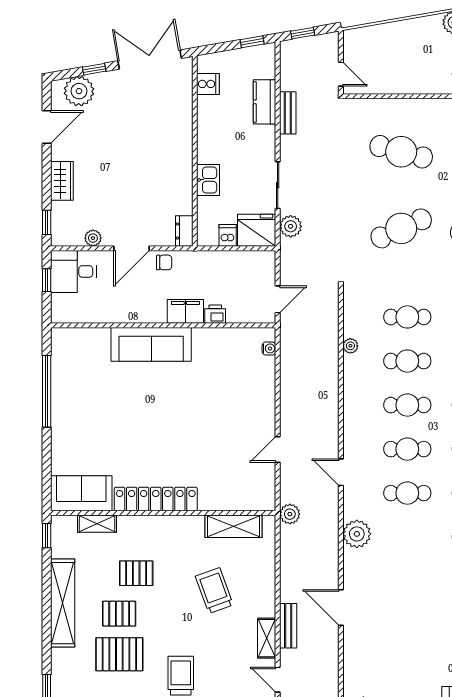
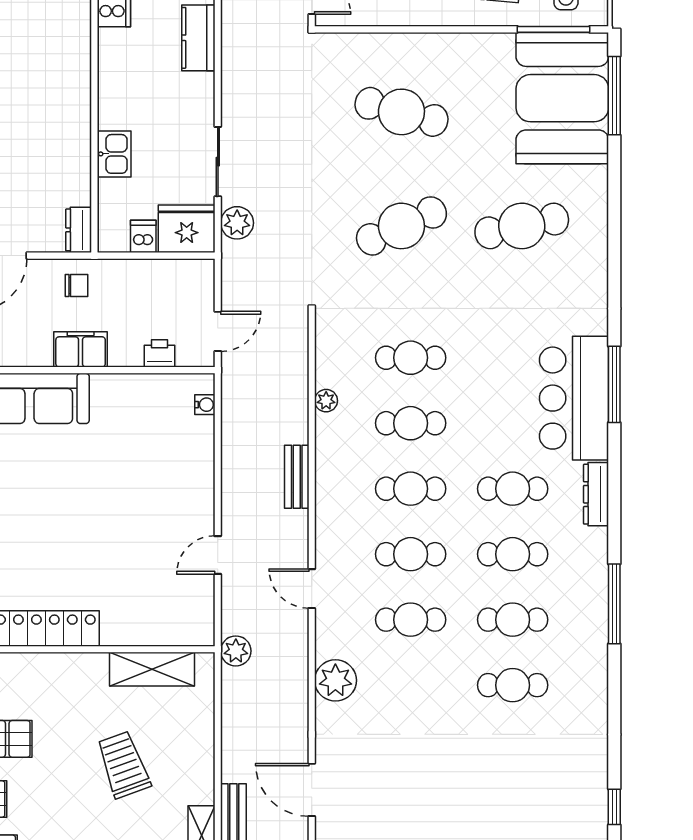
bench: (288, 113) -> (297, 477), moved
chair: (164, 262) -> (76, 286), moved
printer: (215, 314) -> (159, 353), moved

